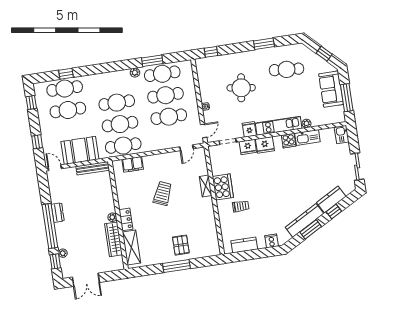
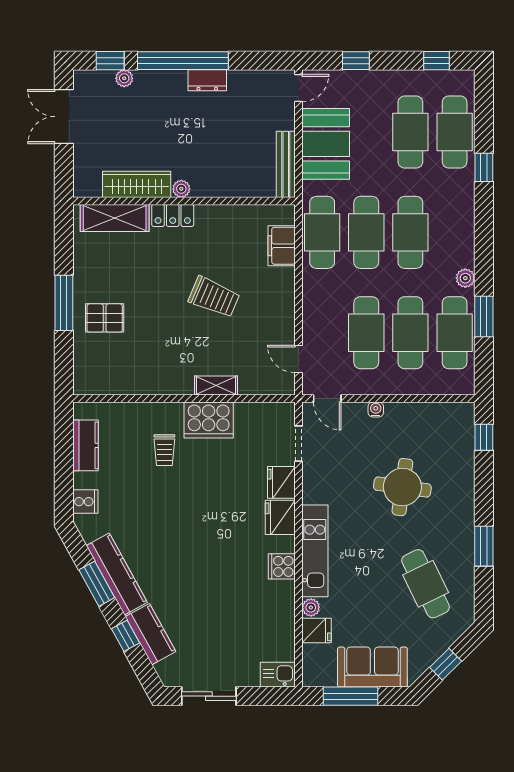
cafe table: (287, 69) -> (426, 584), turned -31
window: (66, 74) -> (484, 167), moved
fridge: (249, 129) -> (317, 631), moved
kitchen sink: (307, 137) -> (282, 605), removed

